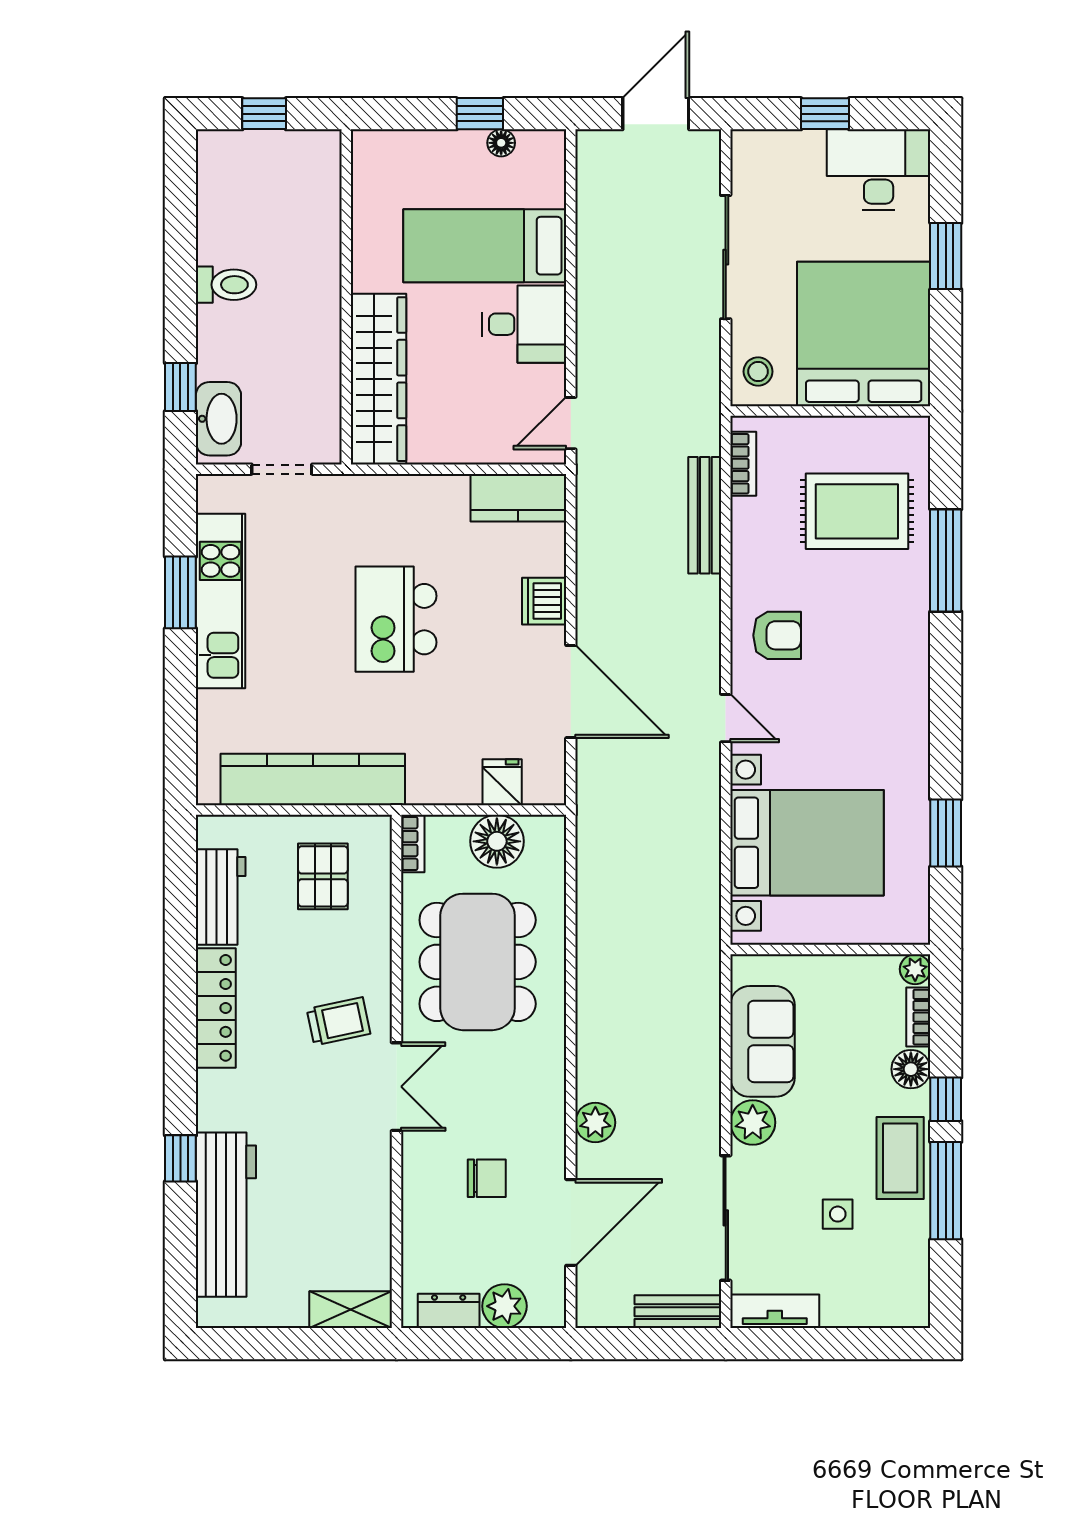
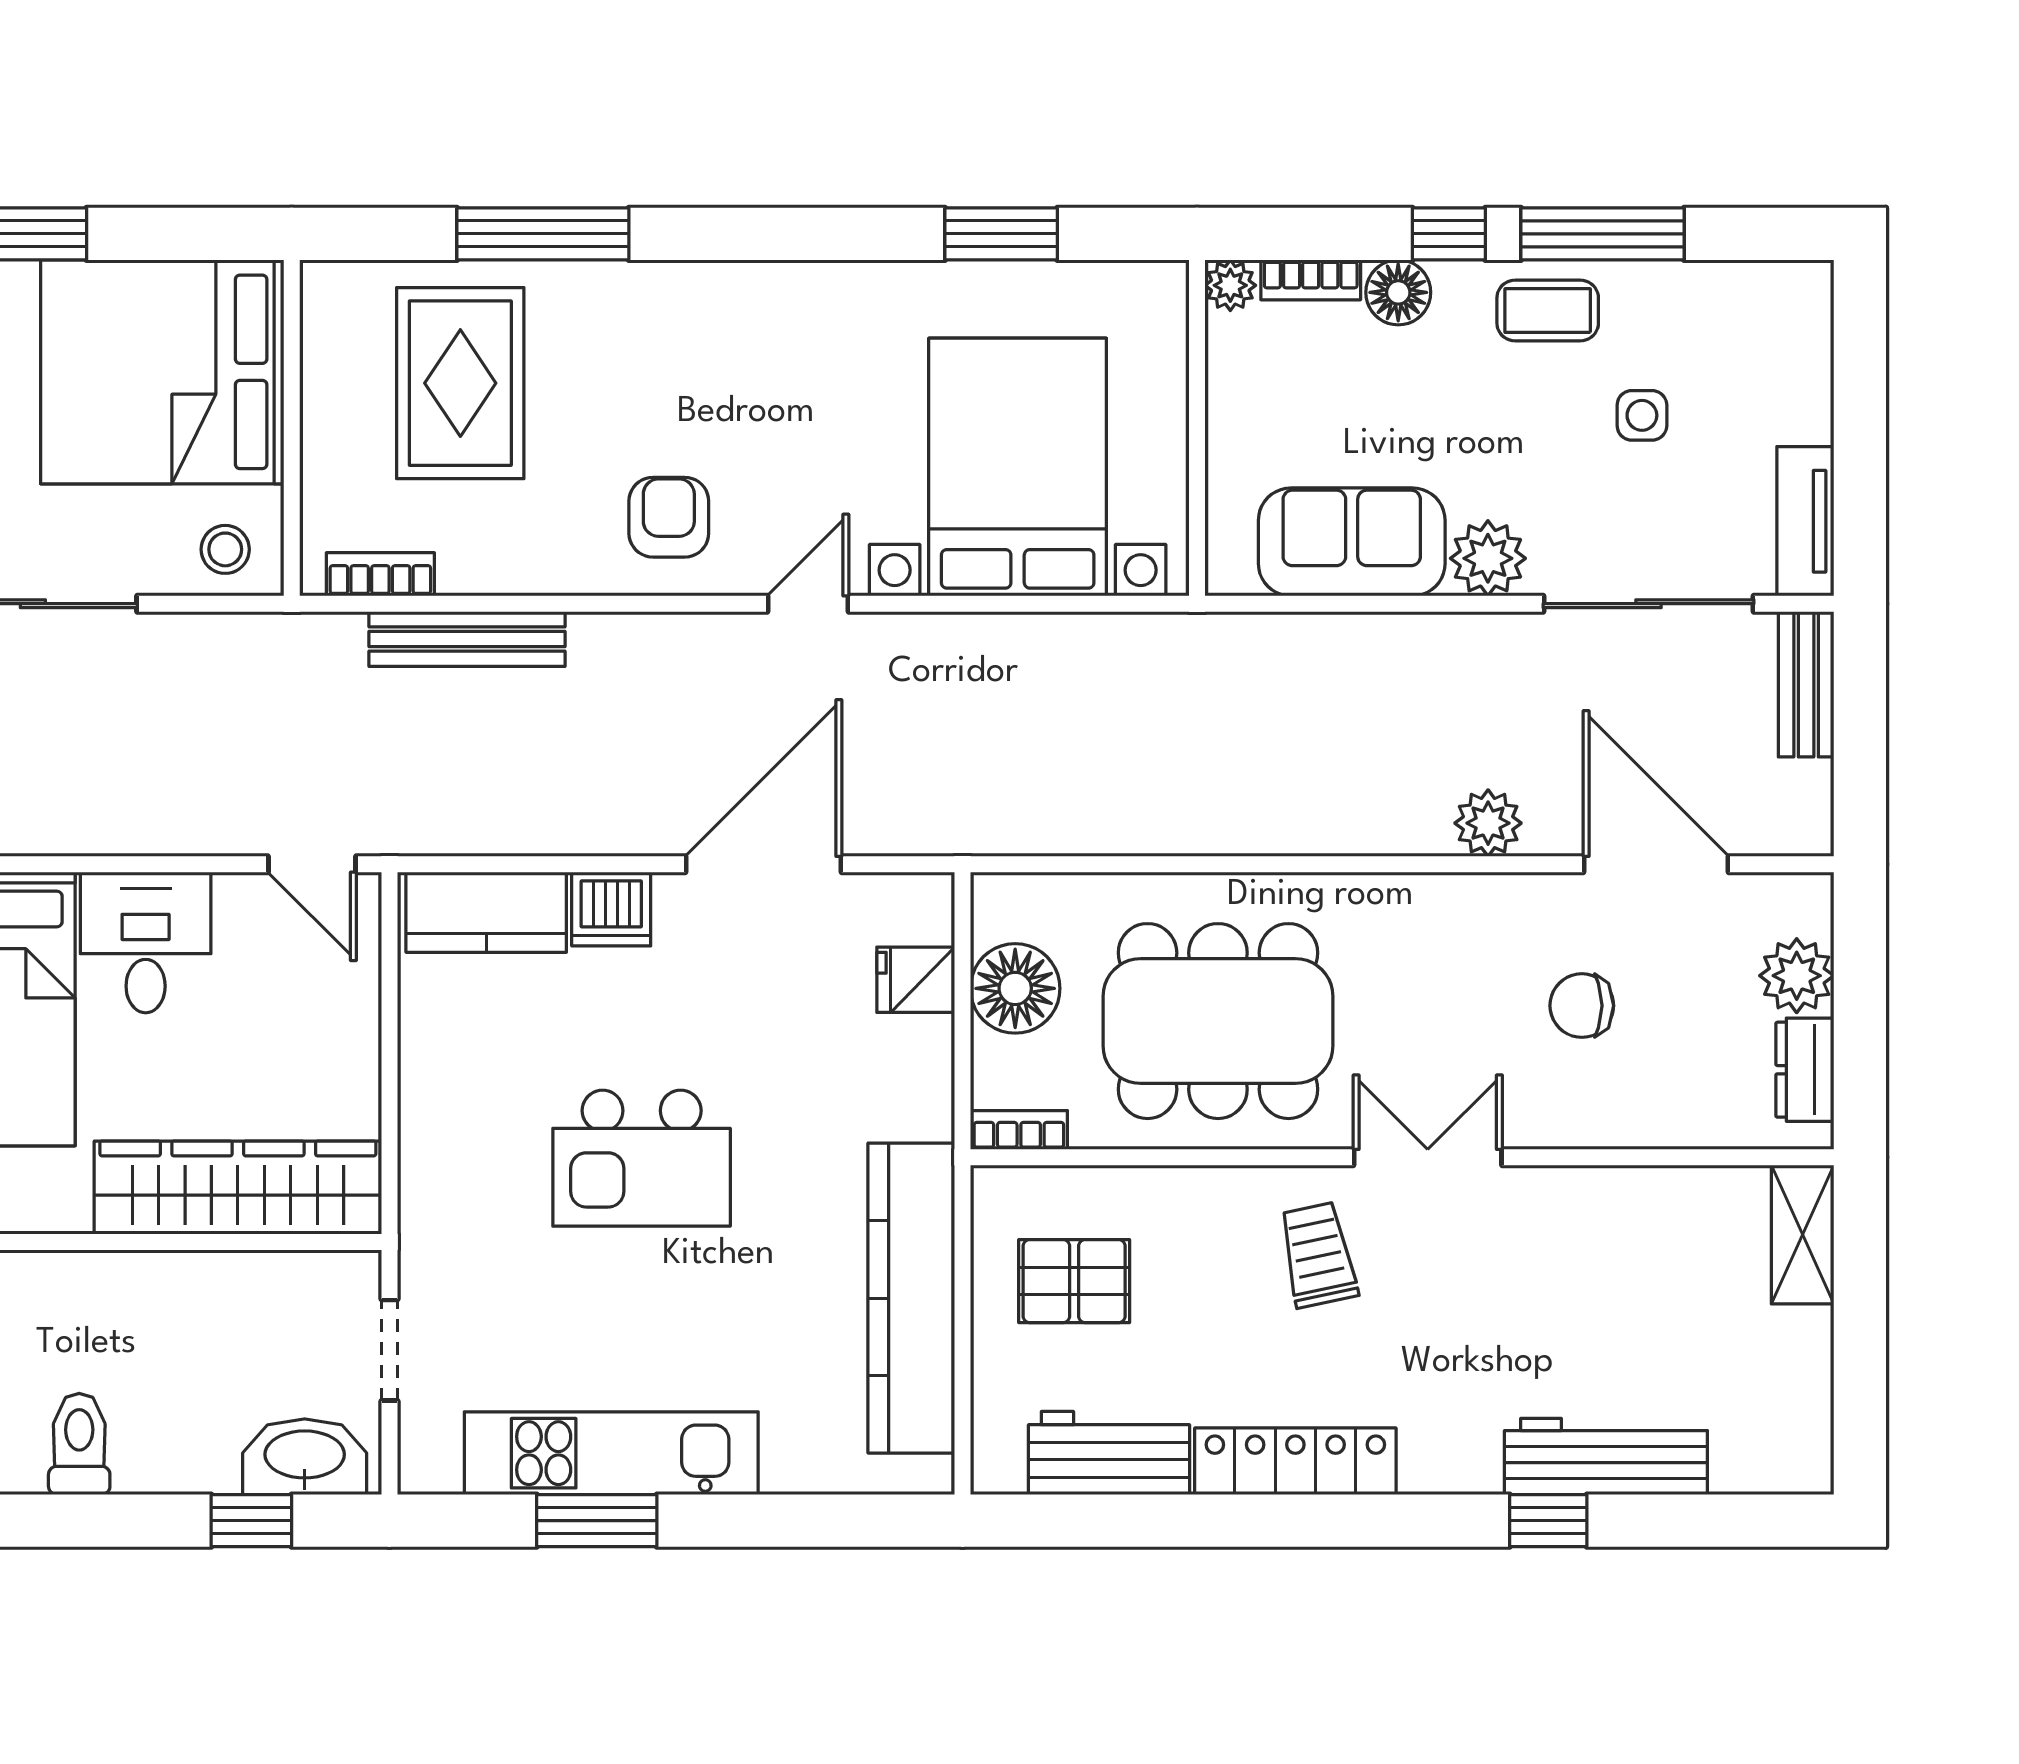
kitchen counter: (518, 498) -> (486, 912), moved, turned 90
coffee table: (900, 1158) -> (1548, 311), width x0.73, depth x0.77
chair: (487, 1178) -> (1582, 1006), turned -90
workbench: (226, 1215) -> (1606, 1456), width x0.73, depth x0.76

